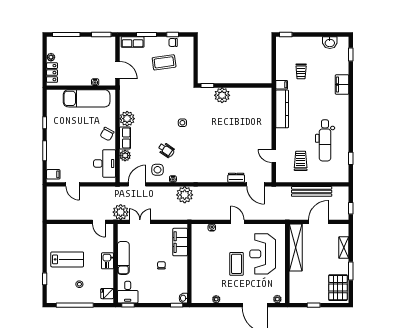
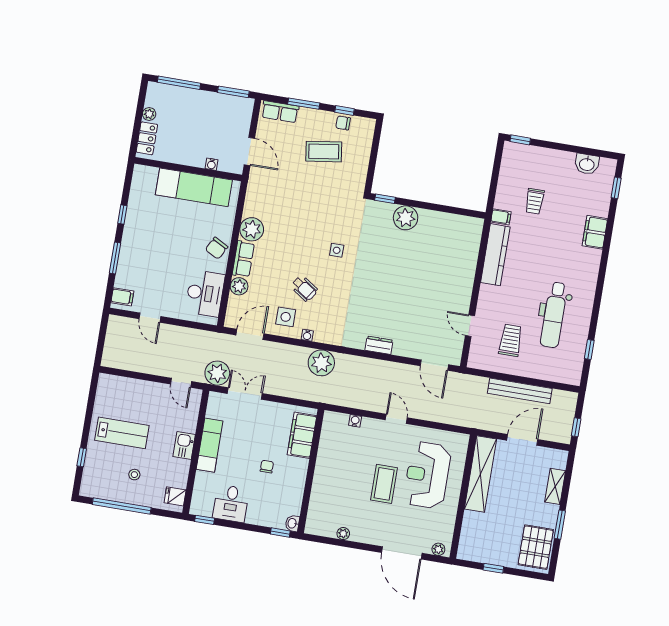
dresser: (236, 178) -> (379, 345), moved
desk: (128, 292) -> (231, 503), moved

